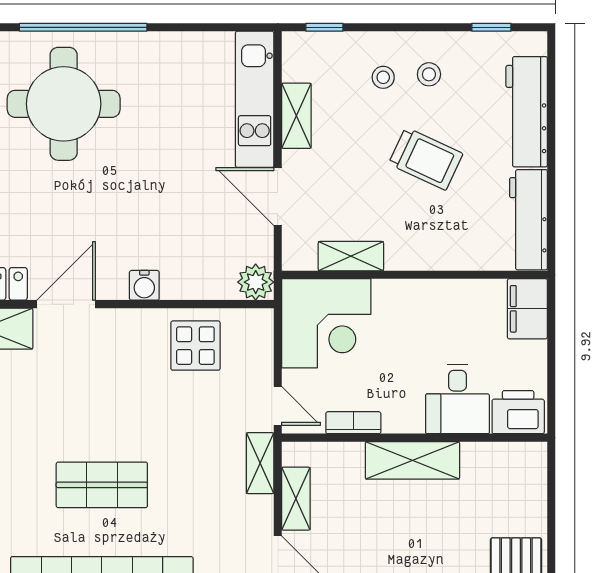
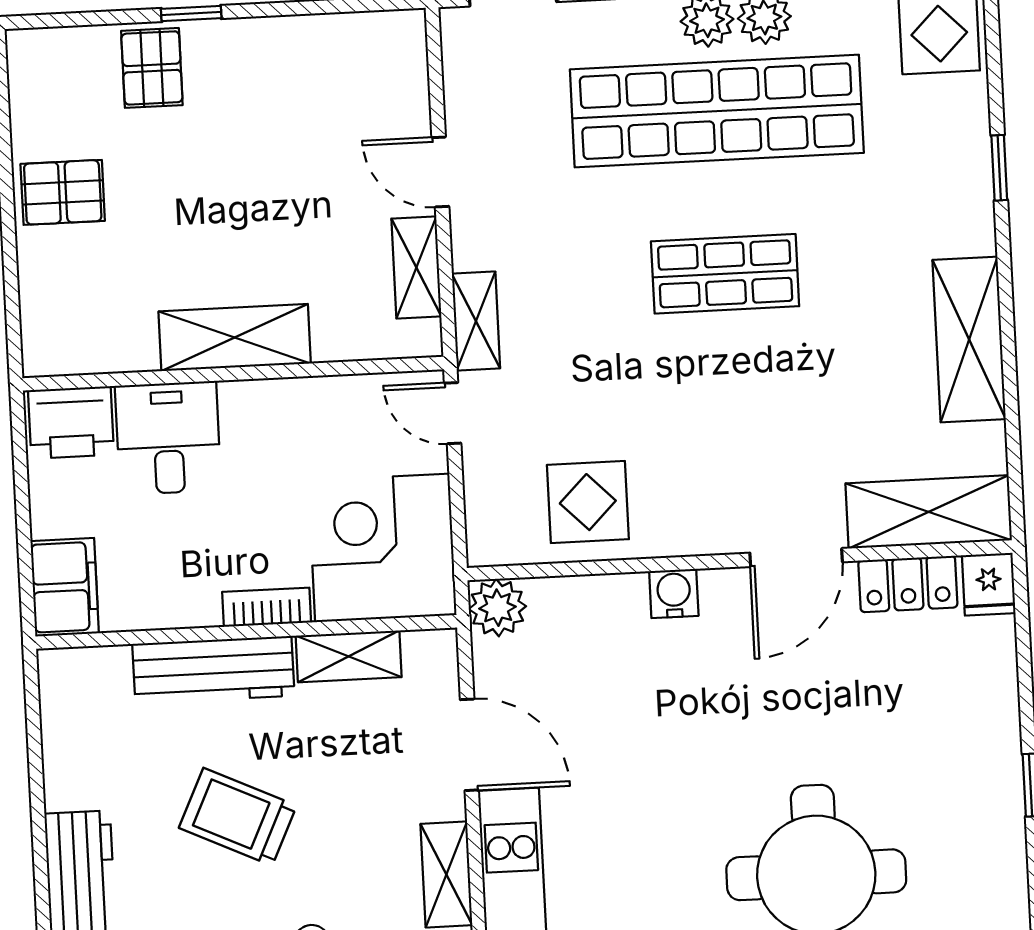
workbench: (529, 220) -> (213, 670), moved, turned 90
bookcase: (353, 423) -> (267, 607), moved, turned 180

